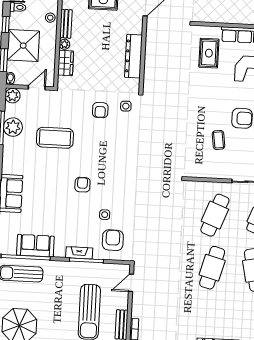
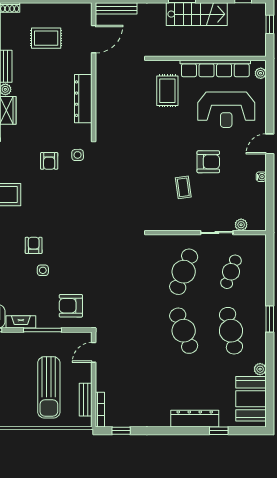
side table: (105, 215) -> (43, 270), moved
armchair: (113, 240) -> (71, 306), turned -90
fireplace: (79, 253) -> (21, 322), moved
cafe table: (212, 268) -> (184, 331), turned -36

